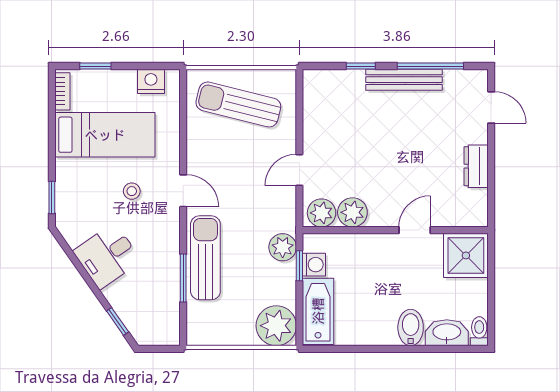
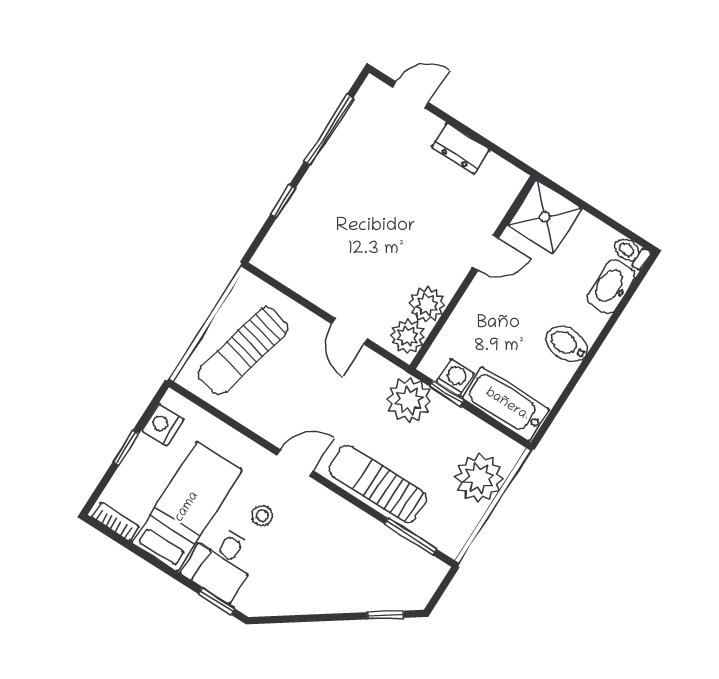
window: (95, 66) -> (126, 448), moved
bench: (404, 80) -> (325, 166), removed
door: (415, 230) -> (486, 253), swing flipped
plant: (283, 247) -> (409, 400), width x1.36, depth x1.36
desk: (107, 256) -> (221, 563), moved, turned 35
window: (183, 278) -> (411, 537), moved
plant: (276, 326) -> (479, 478), moved
bidet: (411, 327) -> (567, 344), moved

